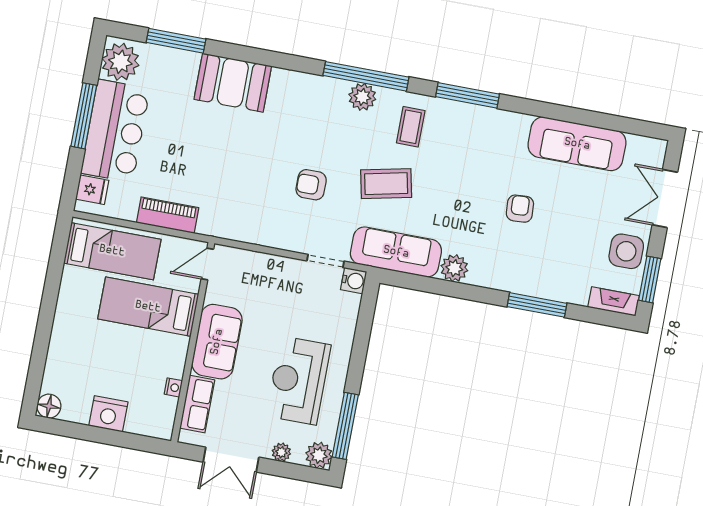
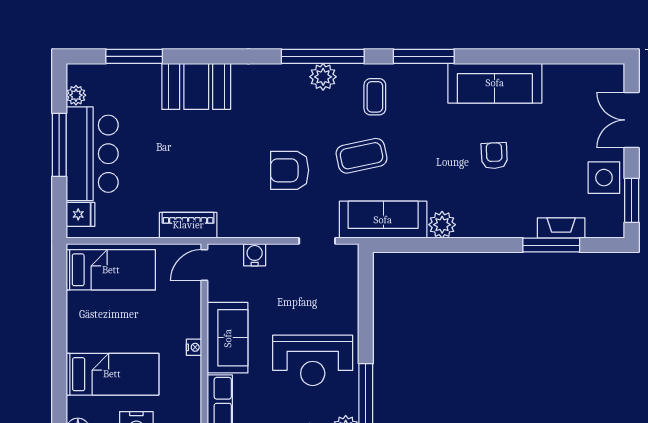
plant: (120, 62) -> (76, 95), width x0.53, depth x0.53
sofa: (577, 144) -> (495, 83), moved
armchair: (311, 185) -> (290, 170), width x1.38, depth x1.38
piano: (168, 215) -> (188, 225), moved
water cooler: (354, 281) -> (255, 255), moved, turned -90
fireplace: (614, 301) -> (561, 228), moved
window: (537, 305) -> (551, 245), moved
bed: (148, 307) -> (112, 374), moved, turned 180
reception desk: (298, 380) -> (313, 360), turned -90
nightstand: (173, 387) -> (194, 347), moved

